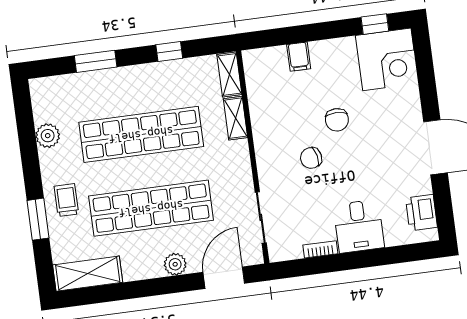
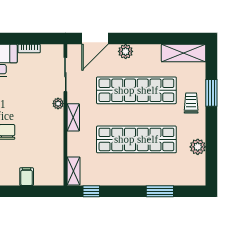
window: (169, 51) -> (91, 191), moved
shelving: (235, 118) -> (73, 117), moved
chair: (311, 158) -> (27, 109), removed
plant: (266, 173) -> (58, 104), added
trolley: (66, 200) -> (191, 103), turned 180

